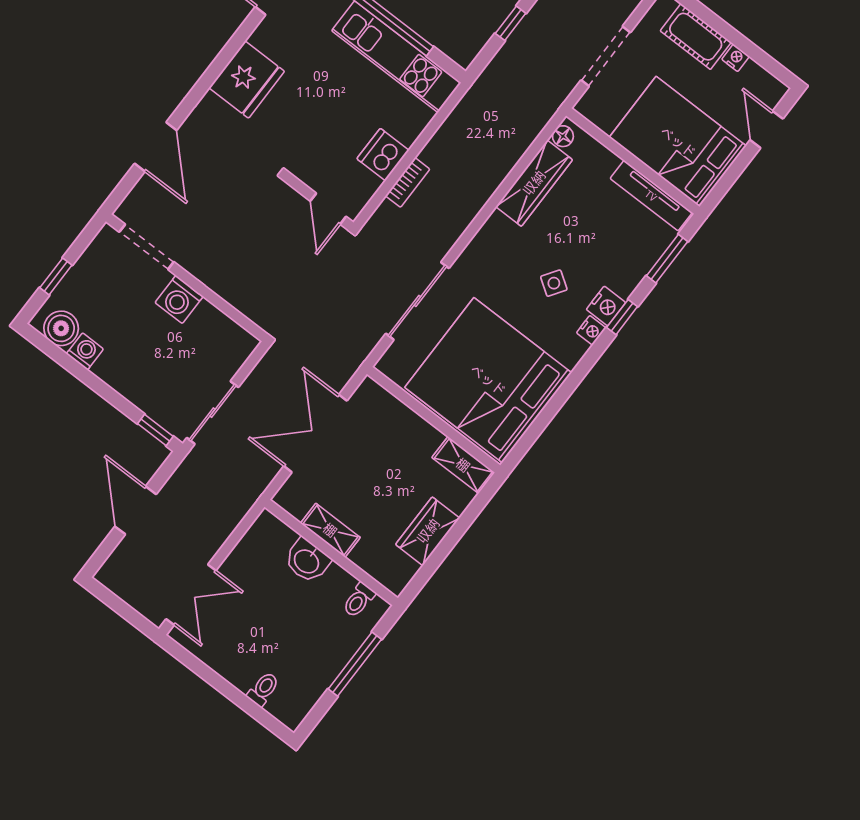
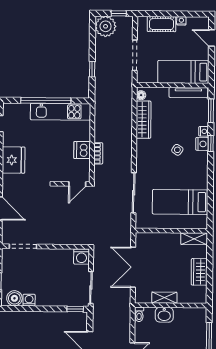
bed: (678, 142) -> (183, 72), width x0.67
door: (328, 209) -> (77, 184), hinge flipped
washing machine: (179, 299) -> (81, 257), moved
nightstand: (591, 330) -> (204, 131), moved
bed: (488, 380) -> (180, 202), width x0.49
toilet: (359, 600) -> (139, 314), moved

